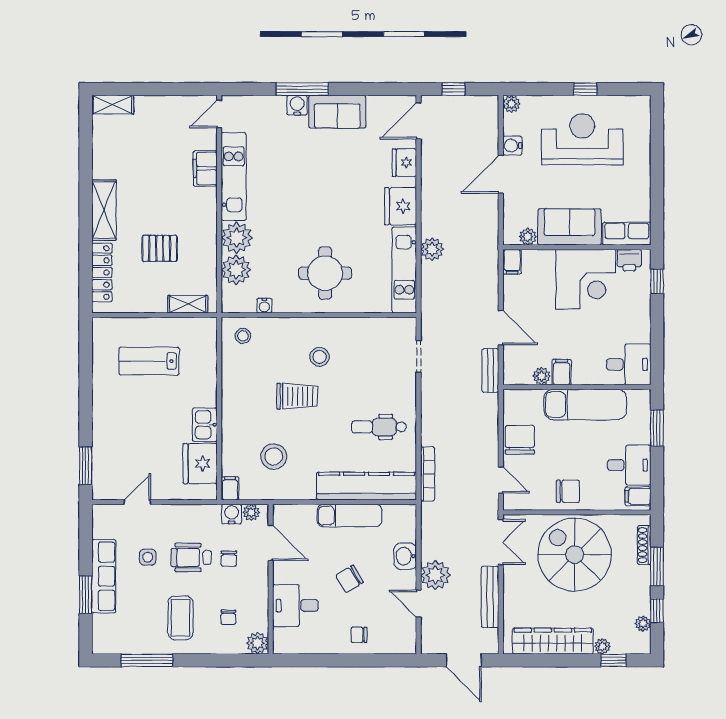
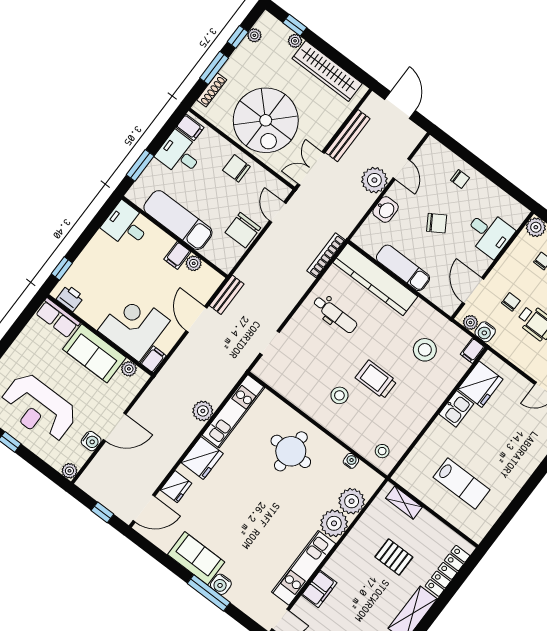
corner desk: (586, 279) -> (134, 326), moved

